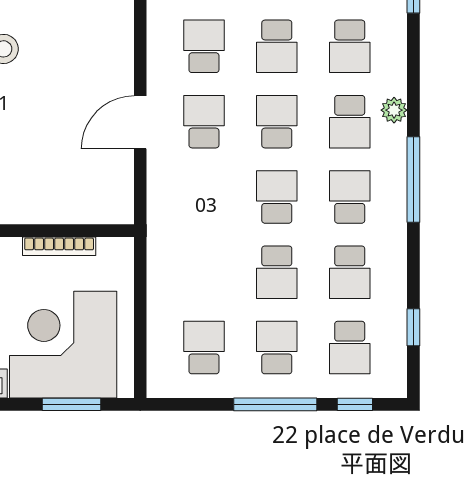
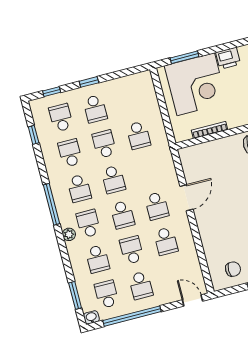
school desk: (350, 46) -> (97, 259), turned 180
school desk: (204, 348) -> (138, 135), moved
window: (275, 404) -> (89, 82), width x0.46

